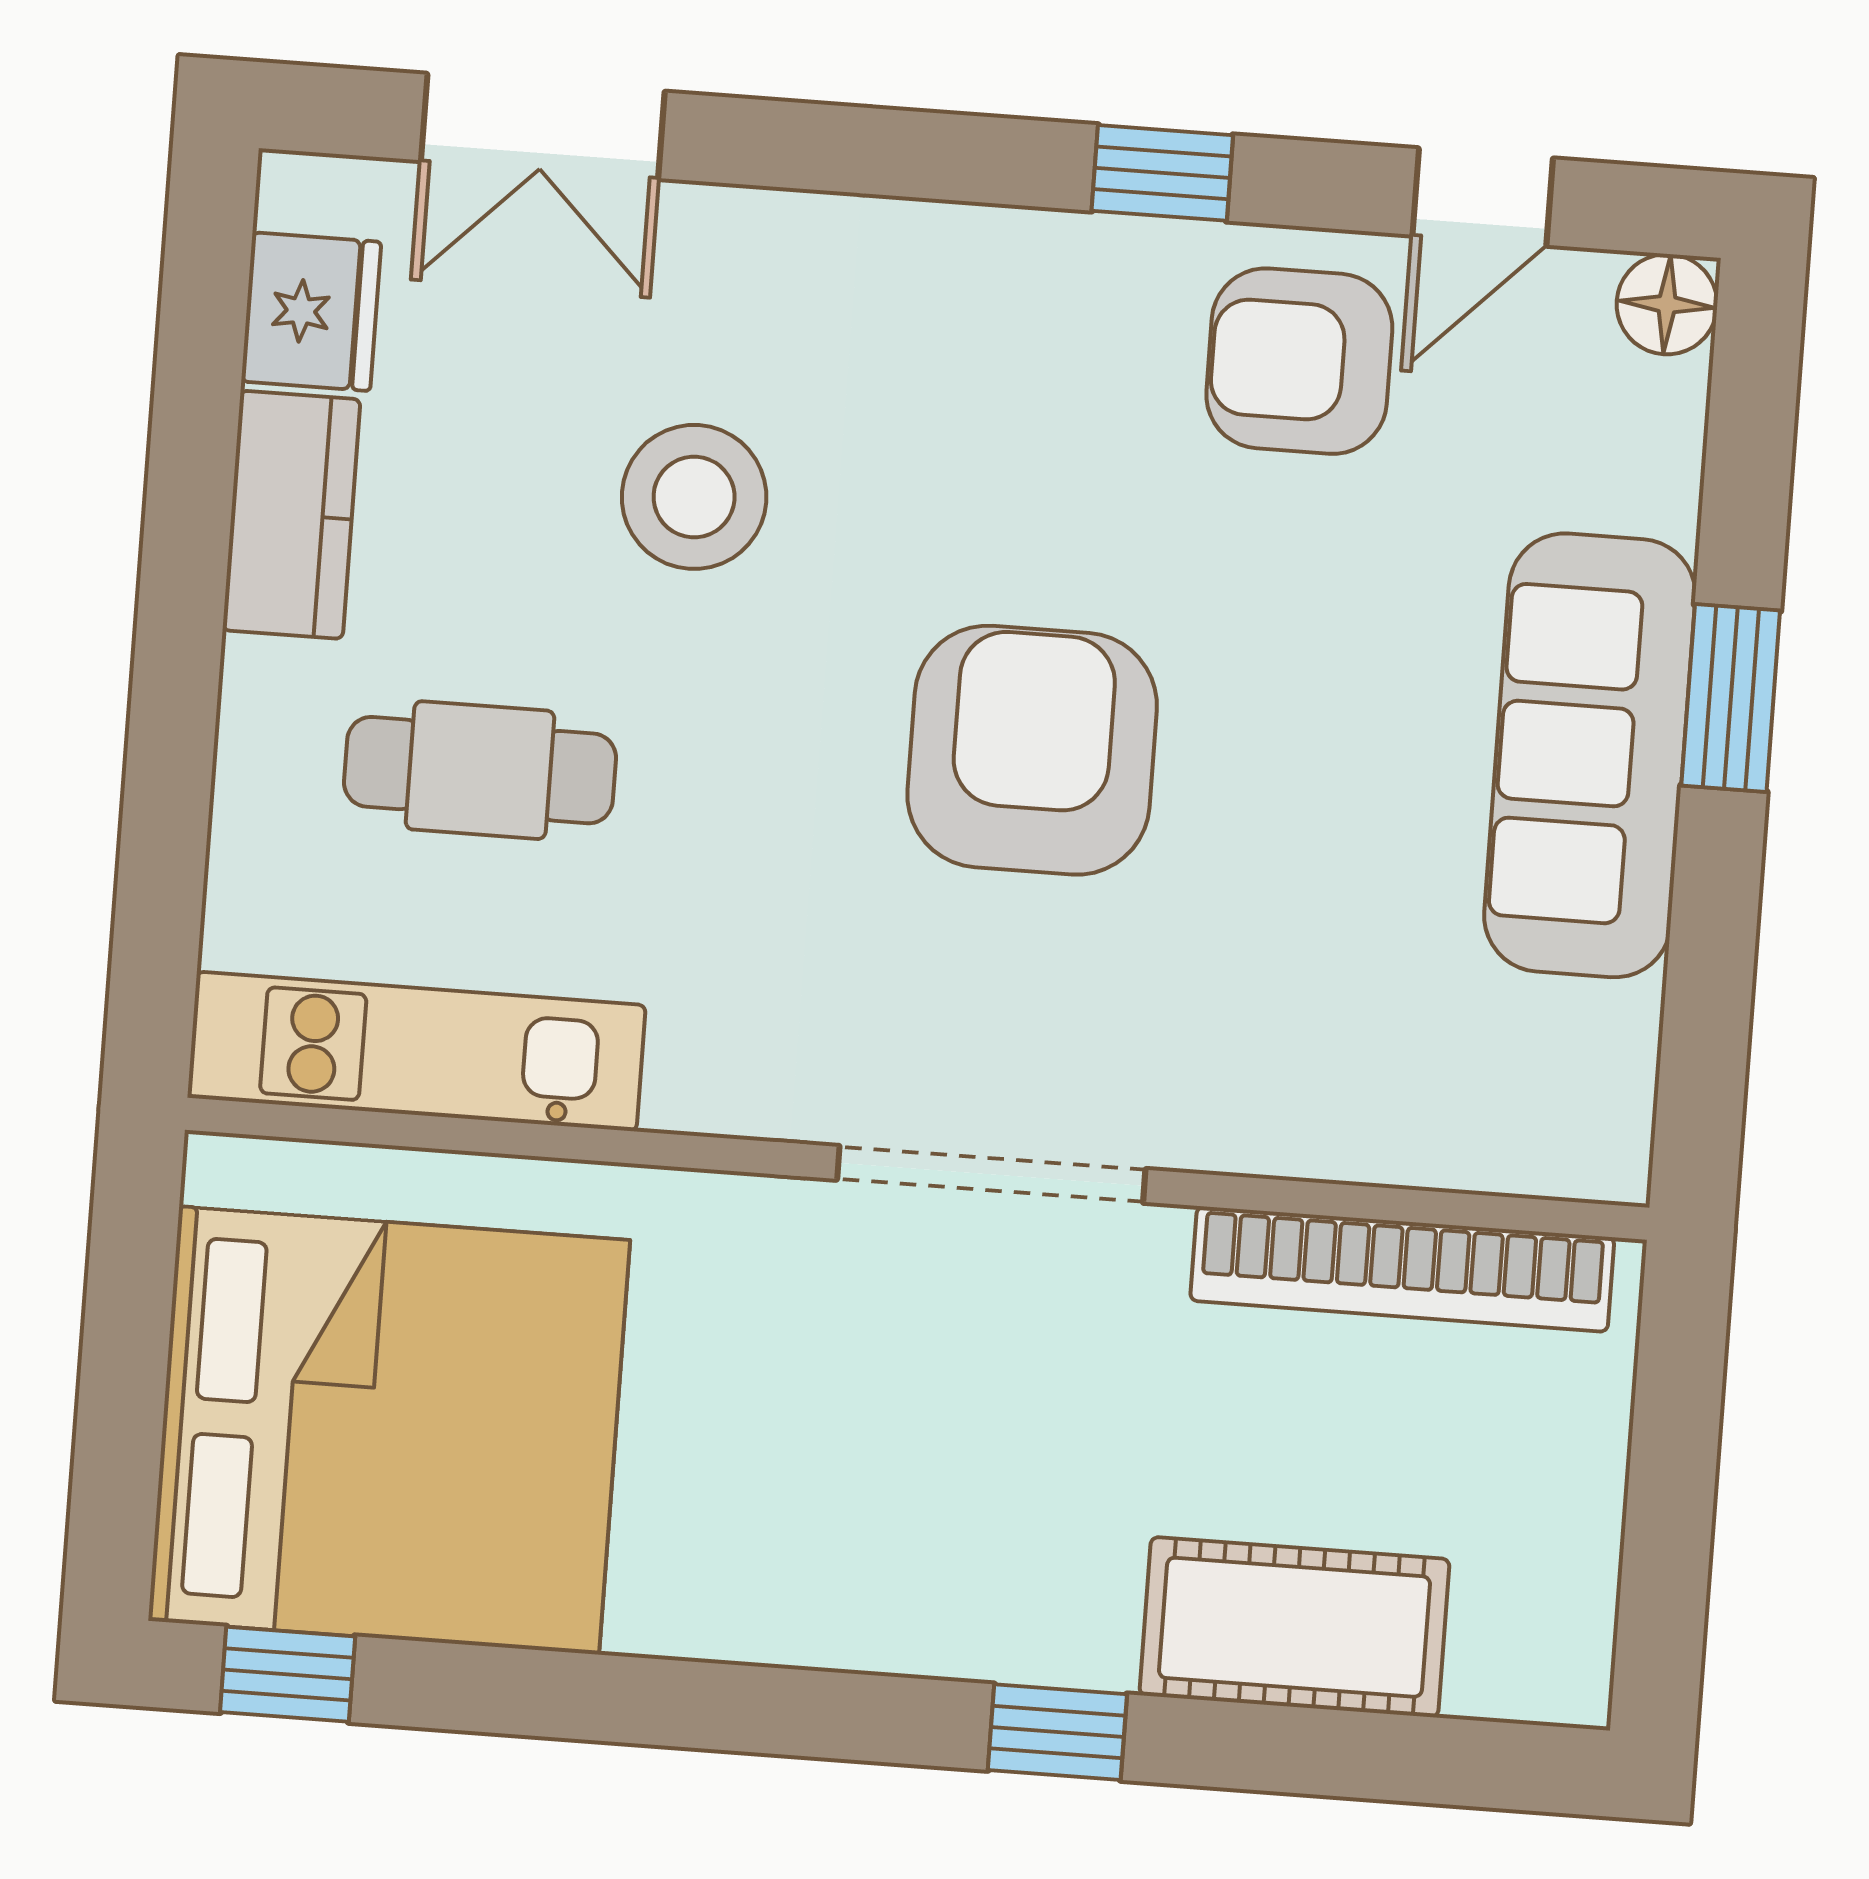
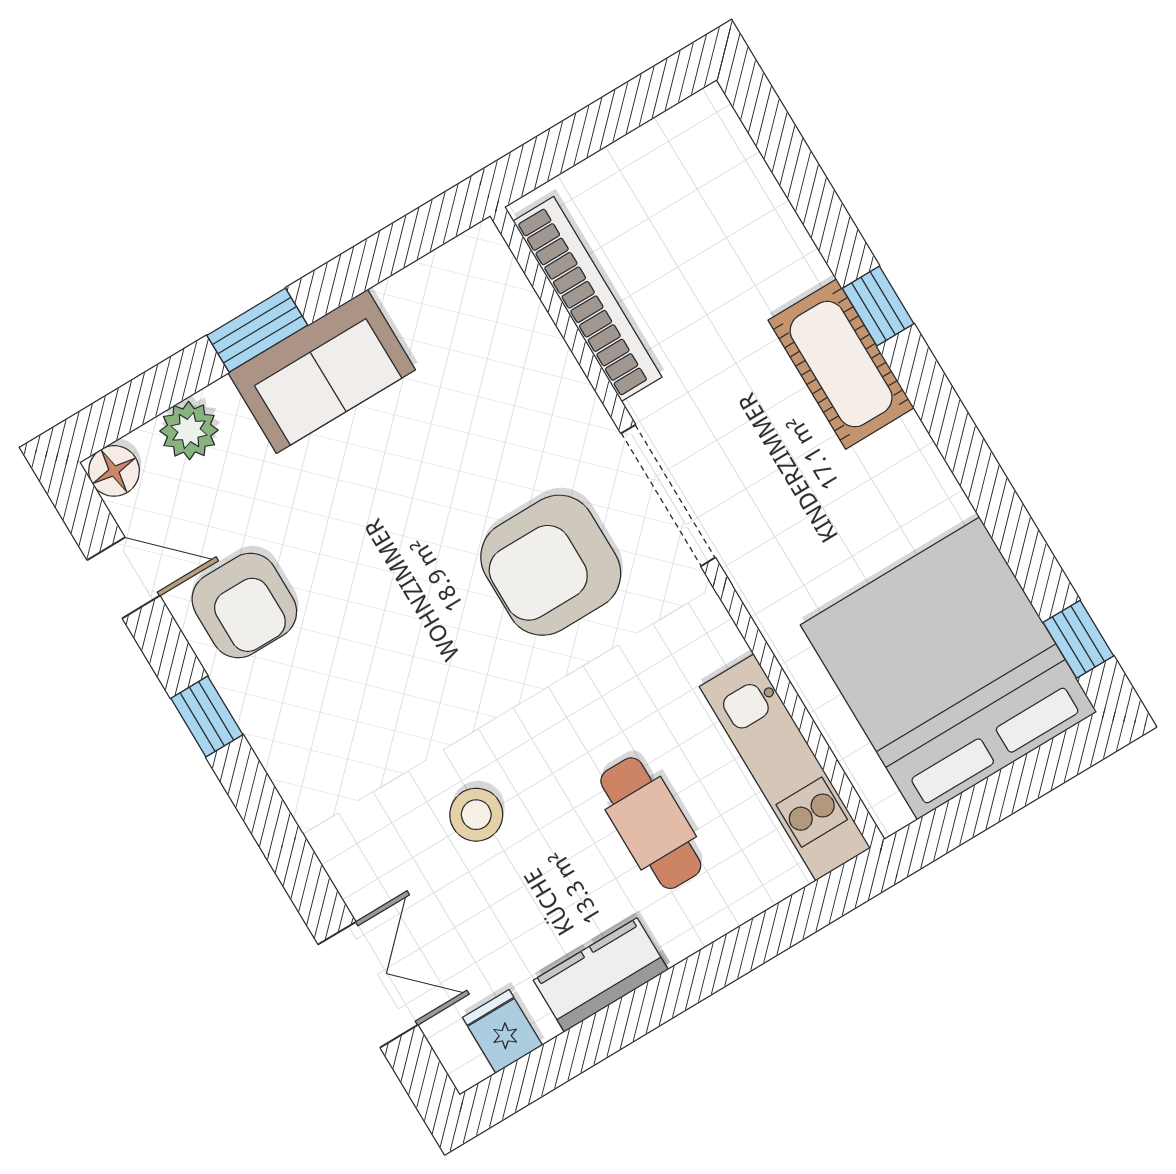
fridge: (311, 312) -> (503, 1031), width x0.72
plant: (1646, 472) -> (189, 431), added
stool: (694, 497) -> (476, 815), width x0.73, depth x0.73
armchair: (1032, 750) -> (551, 565), moved
sofa: (1590, 755) -> (322, 371), width x0.73
cot: (1294, 1627) -> (841, 364), moved

